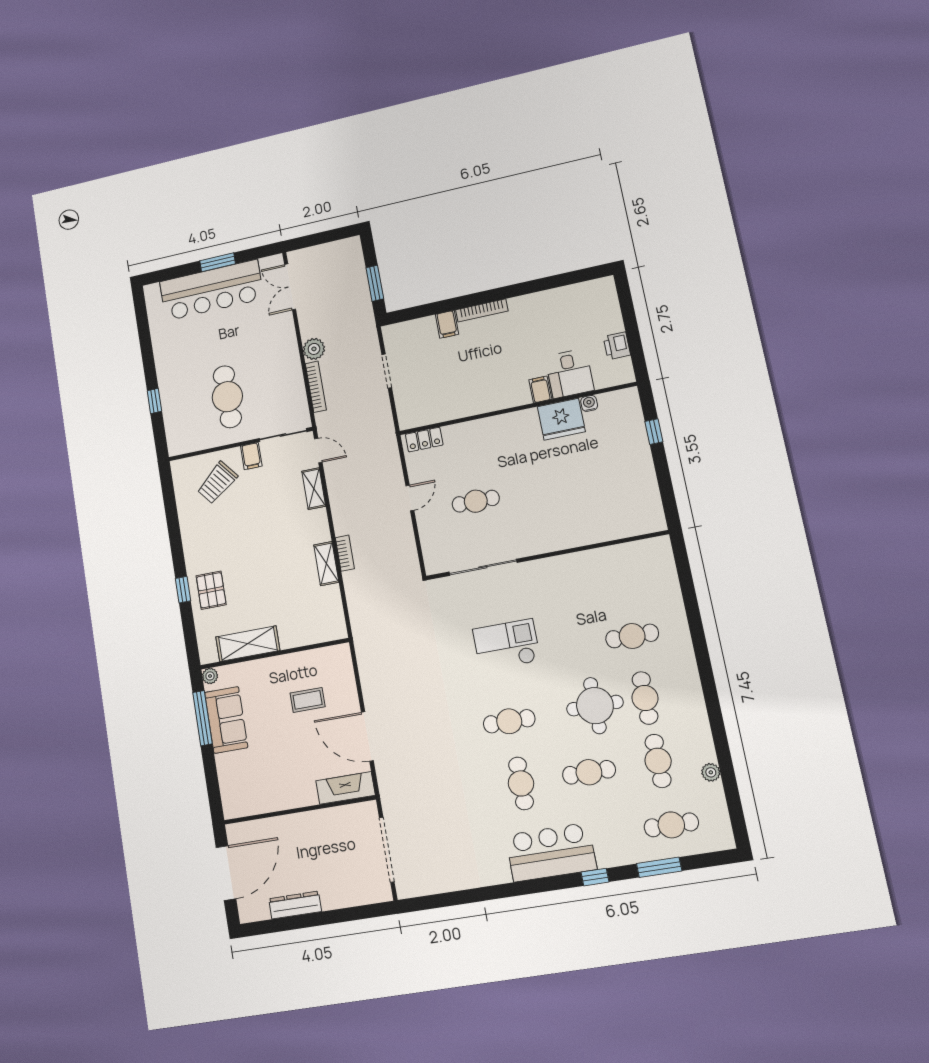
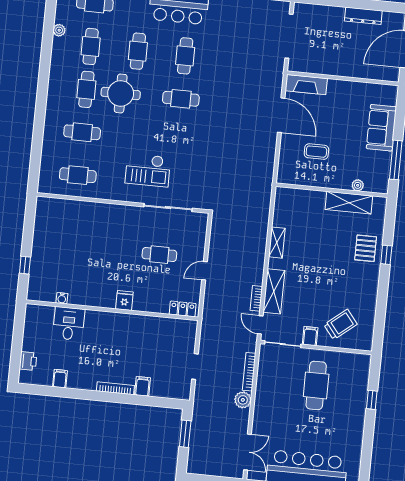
printer: (617, 346) -> (28, 361), moved
filing cabinet: (540, 389) -> (60, 379), moved, turned 180
fridge: (561, 419) -> (124, 301), moved, width x0.53, depth x0.75
shelving: (314, 489) -> (274, 291), width x1.50, depth x1.33
bookcase: (345, 553) -> (256, 298), moved
cafe table: (619, 575) -> (78, 175), added
checkout: (506, 645) -> (148, 170), moved
plant: (210, 676) -> (358, 185), moved
sofa: (226, 720) -> (381, 128), moved
cafe table: (589, 772) -> (138, 51), turned 90

